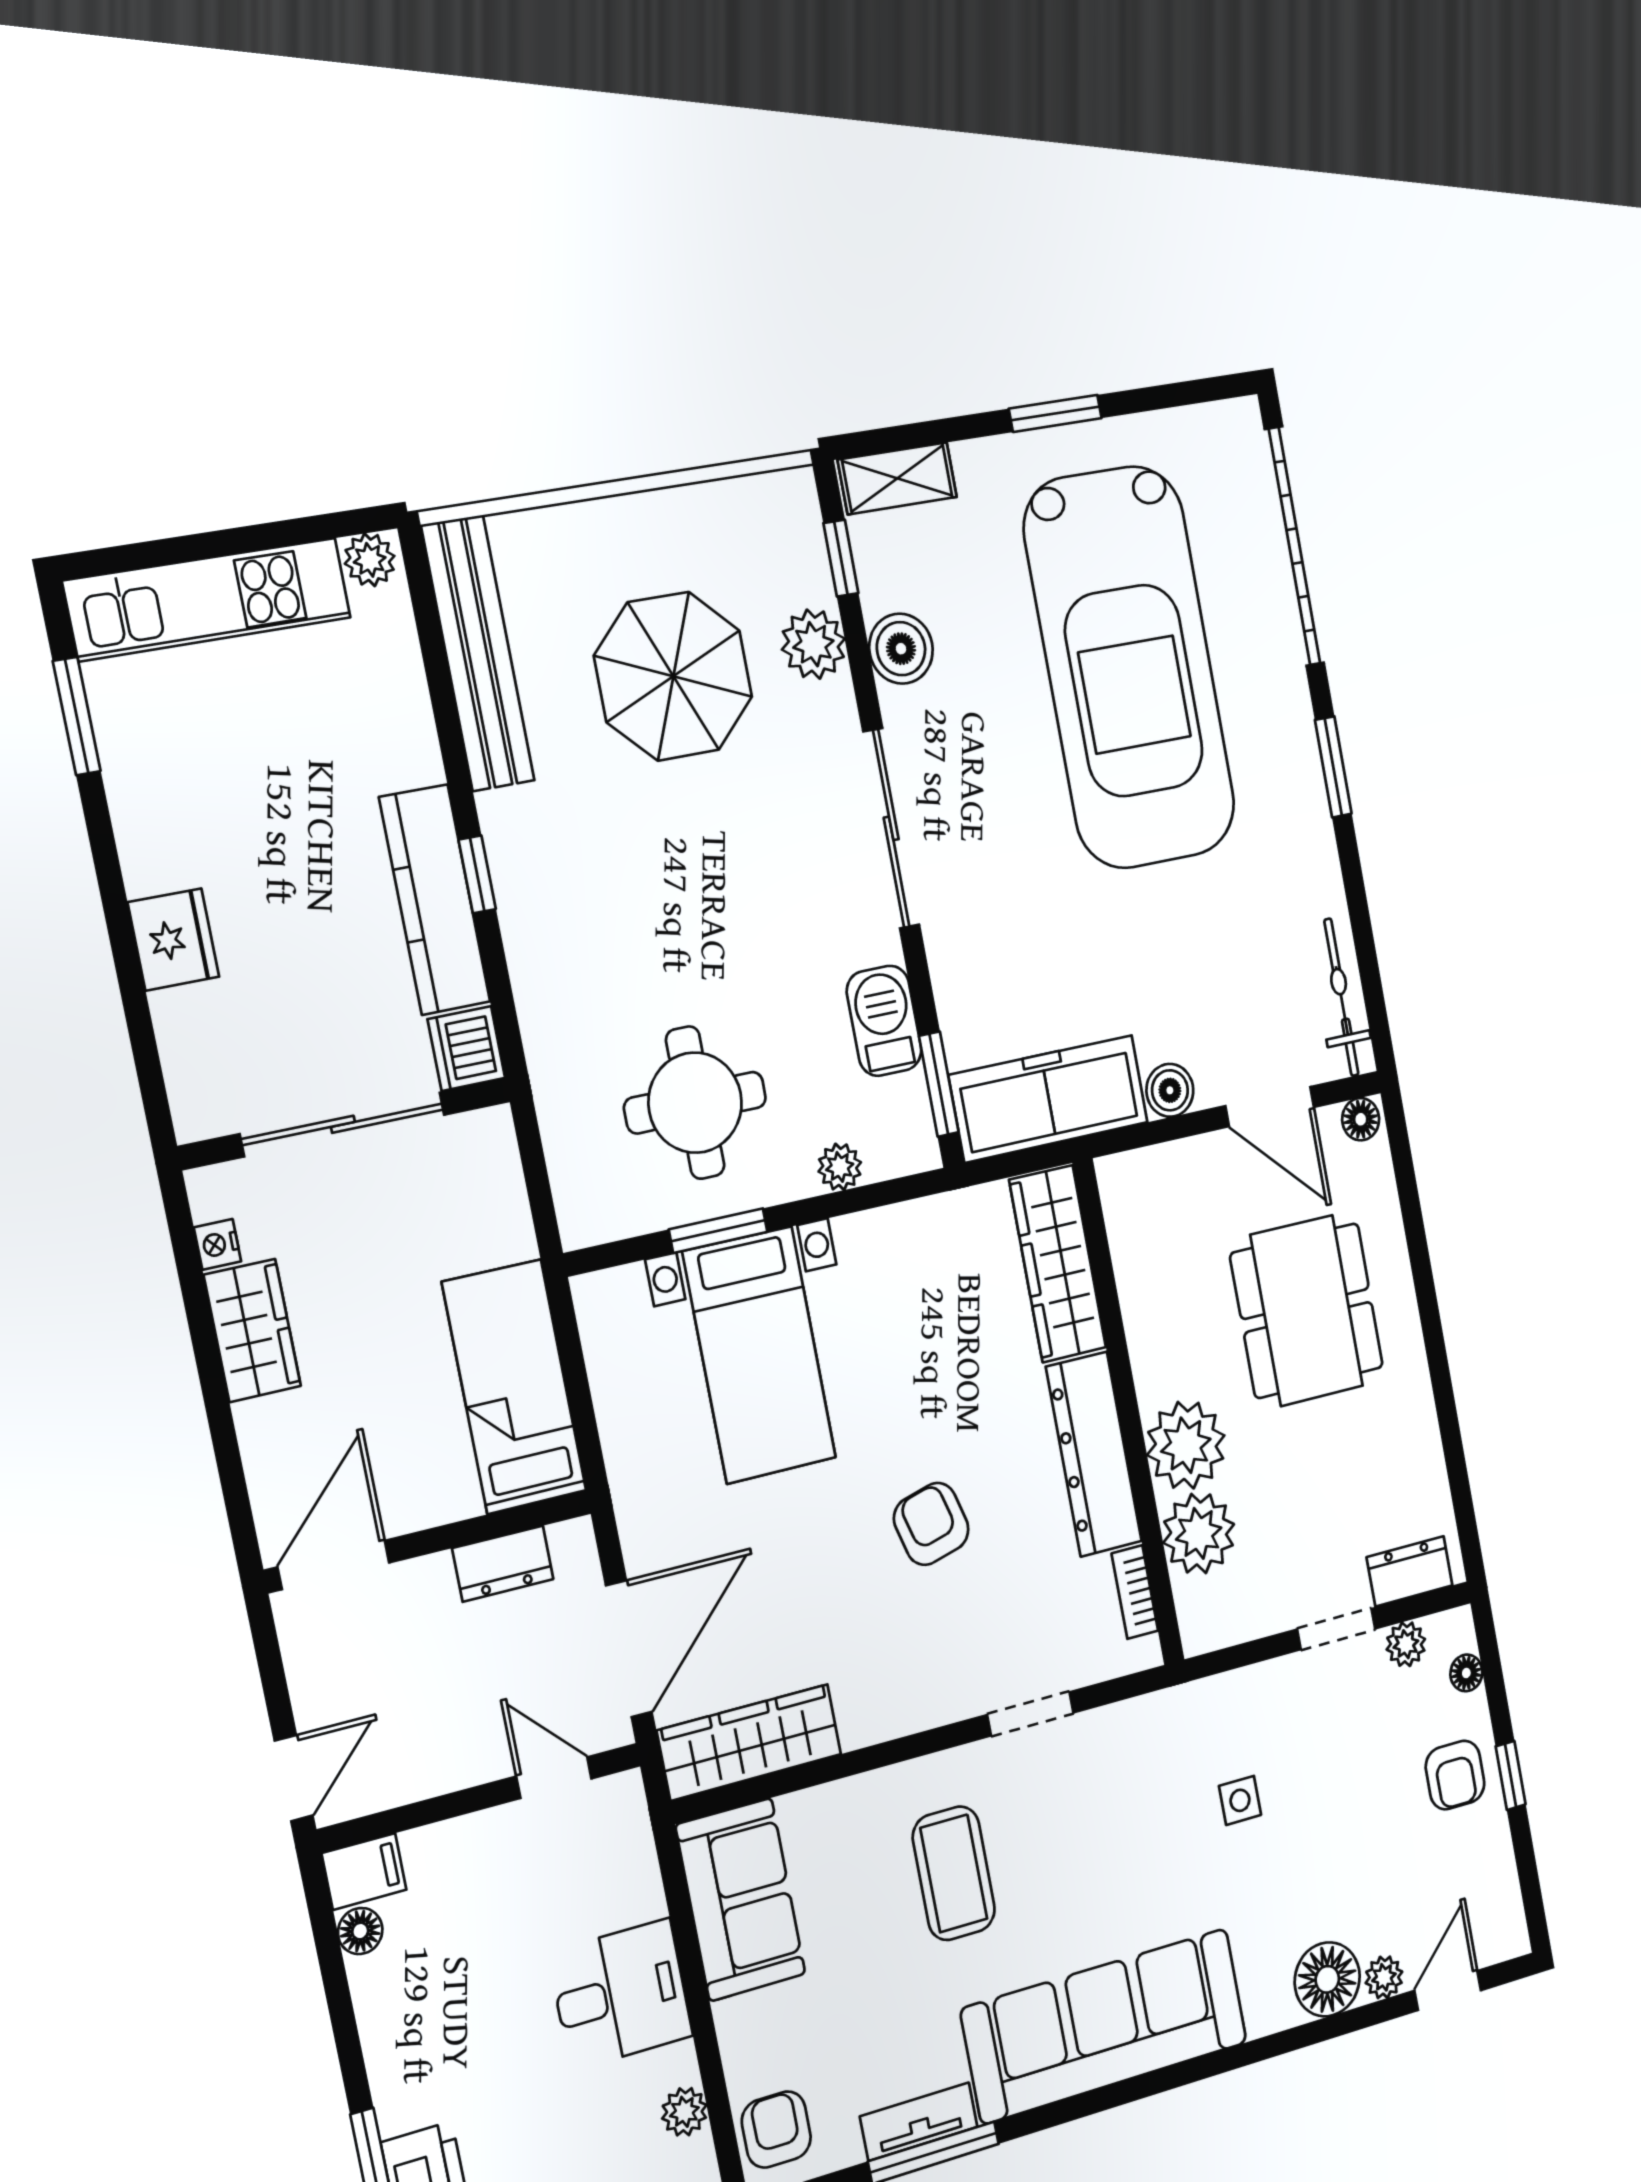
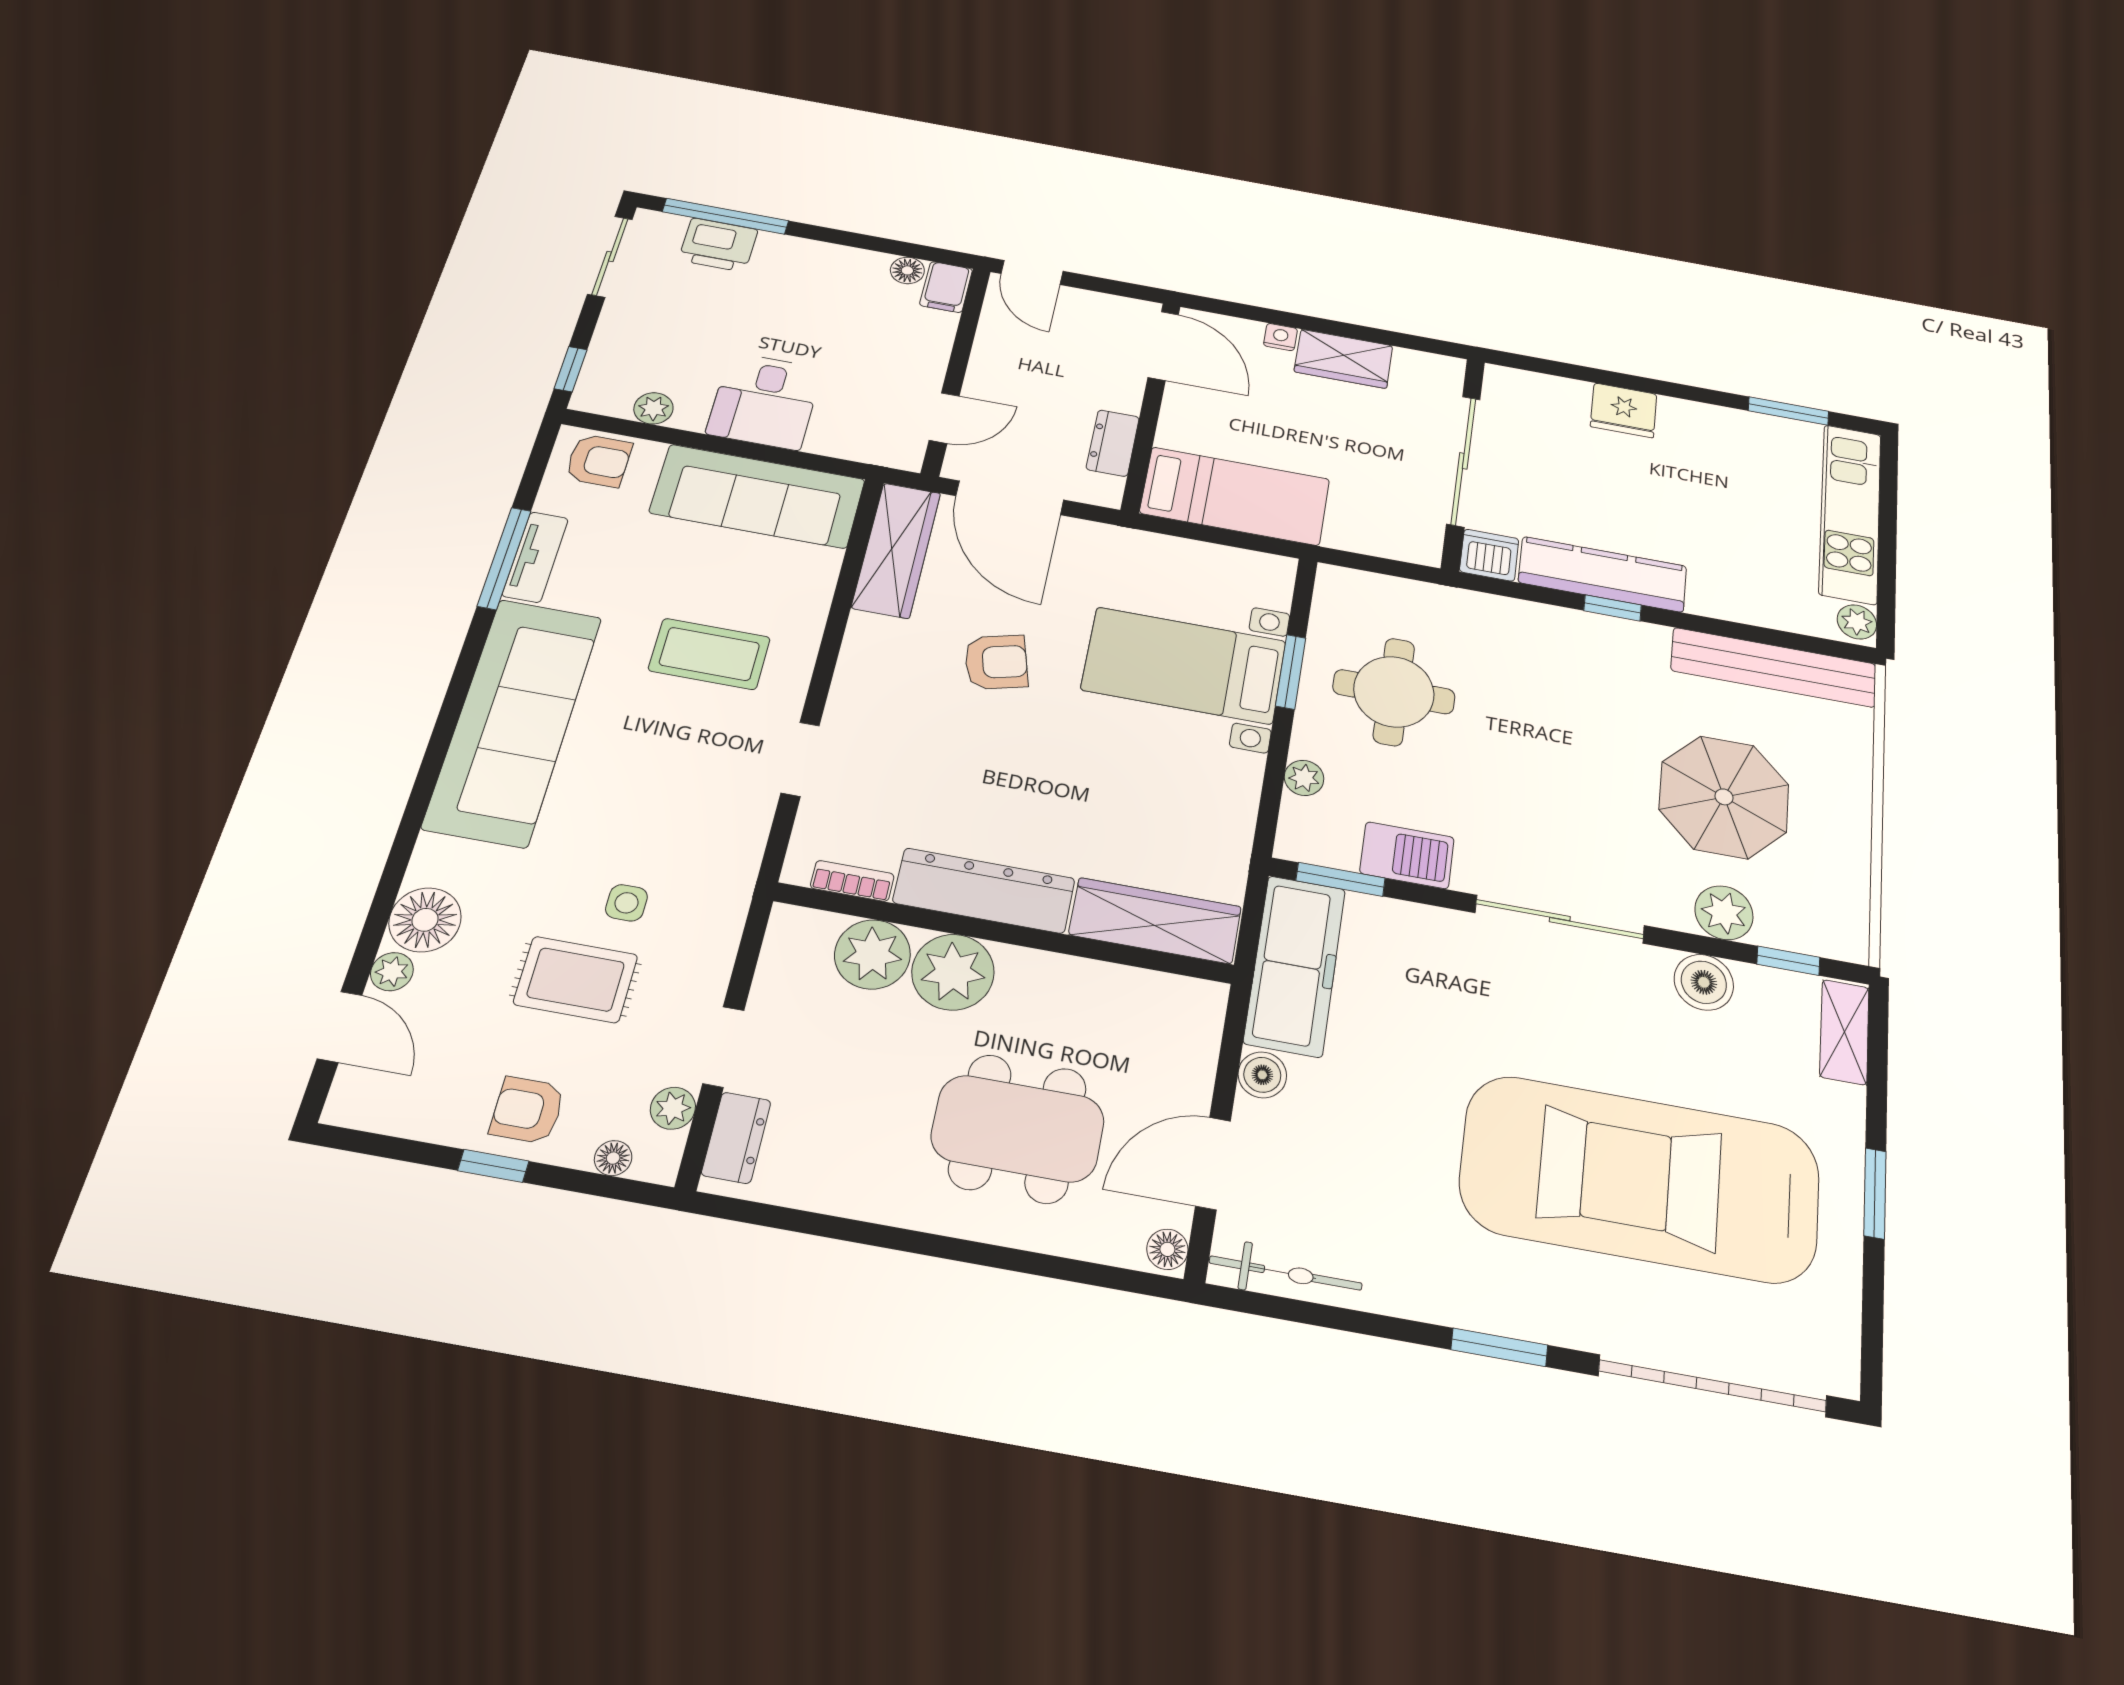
nightstand: (217, 1244) -> (1280, 337), moved
armchair: (931, 1524) -> (996, 662), moved
rug: (1328, 1804) -> (576, 980), added
sofa: (741, 1900) -> (758, 496), width x1.36

